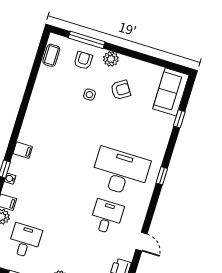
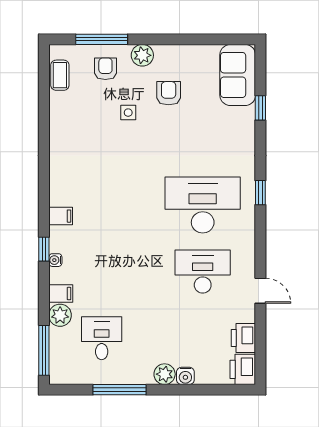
armchair: (121, 90) -> (169, 93), turned -57
desk: (107, 217) -> (203, 272), width x1.37

